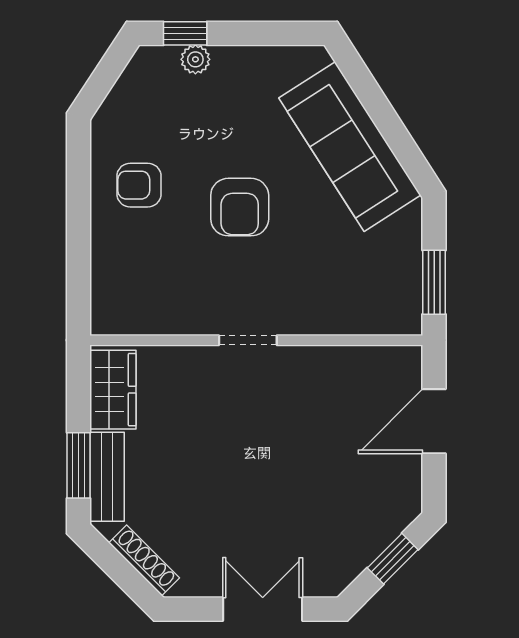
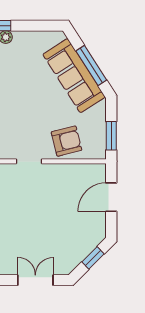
window: (389, 124) -> (91, 66), added
armchair: (240, 207) -> (66, 141), moved, turned -104

